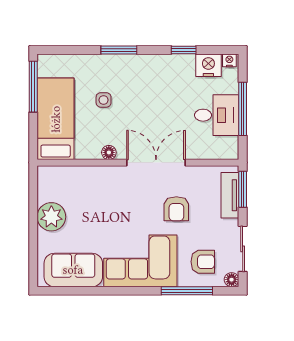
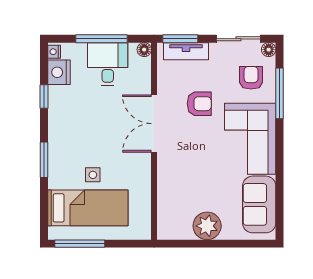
bed: (56, 119) -> (88, 208), moved, turned 180
floor lamp: (109, 152) -> (144, 50), moved

